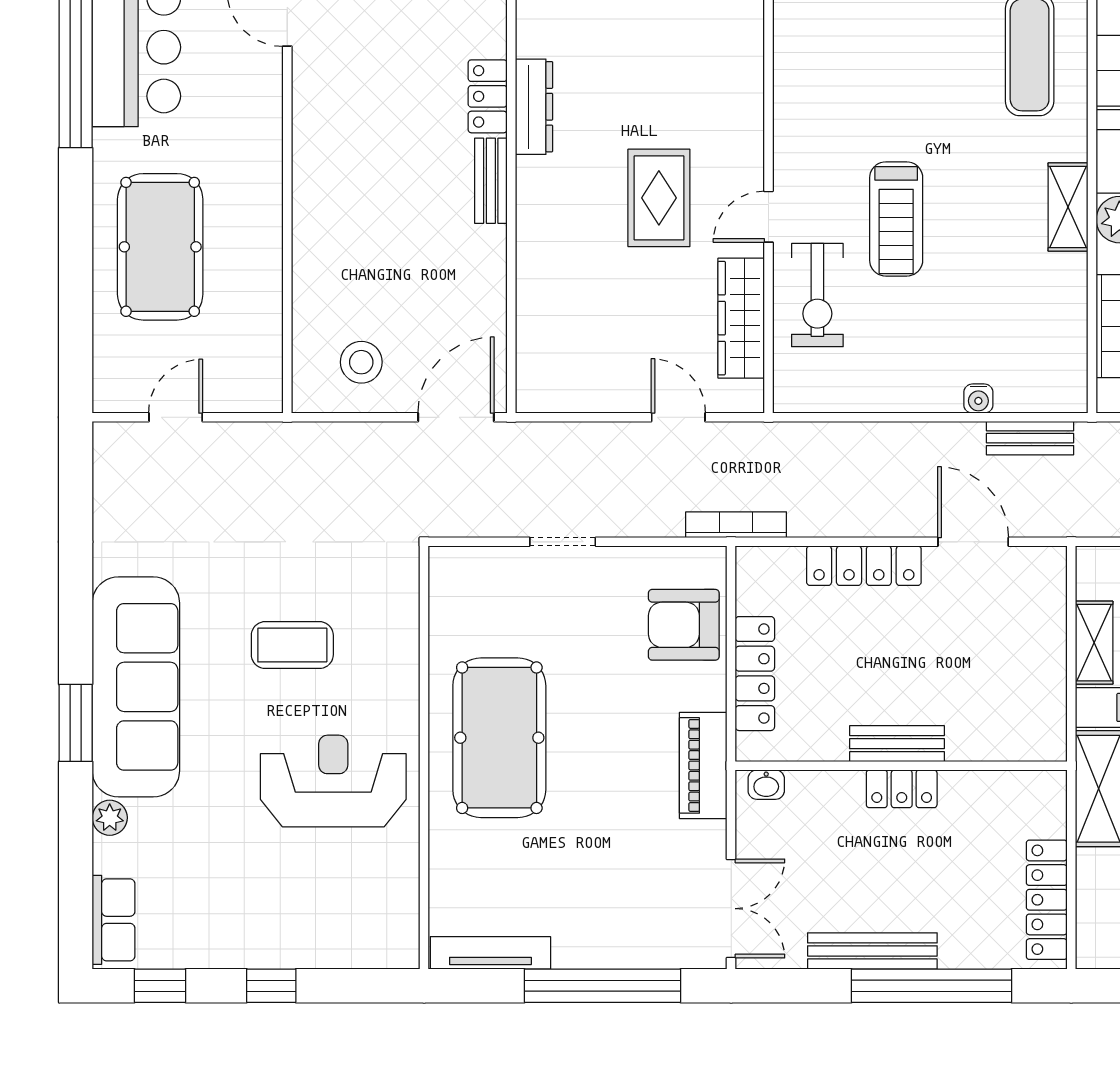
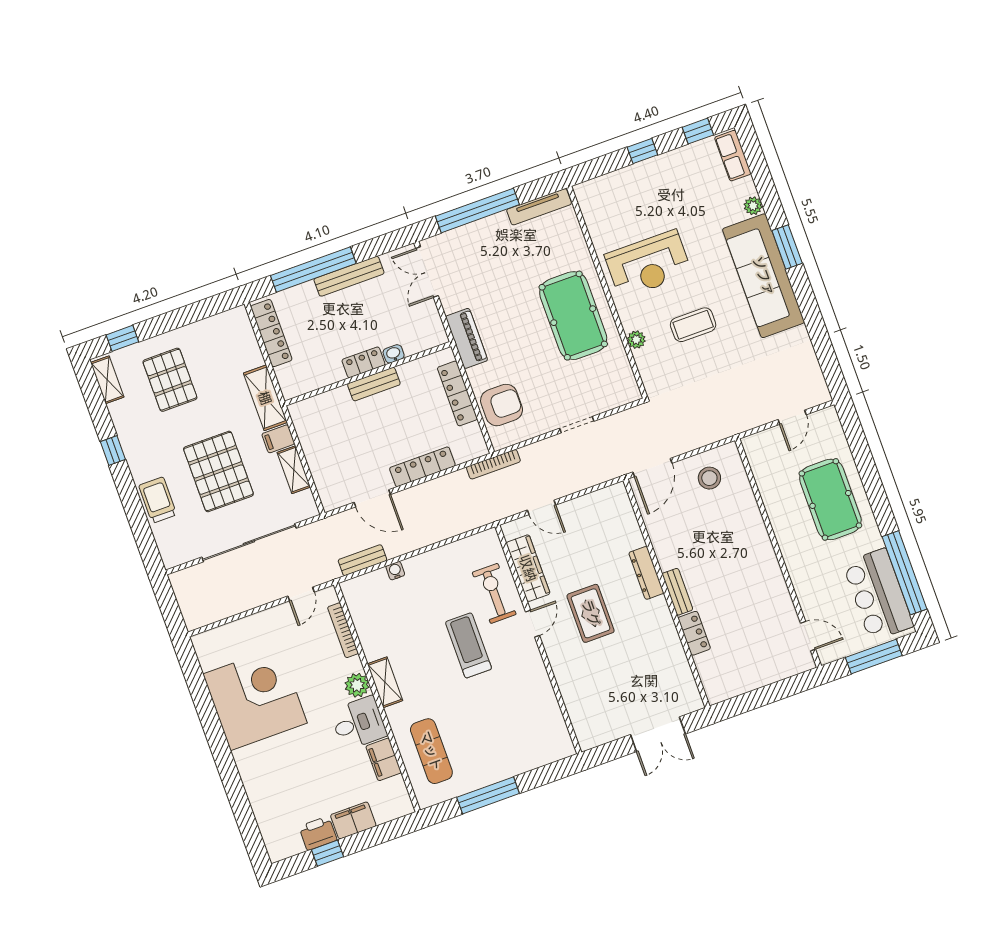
dresser: (534, 107) -> (646, 573), moved
plant: (403, 655) -> (636, 340), added
washbasin: (766, 785) -> (394, 354), moved

